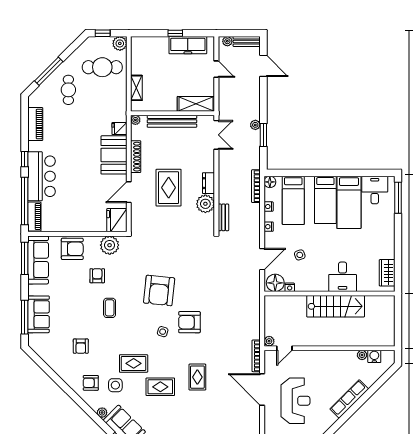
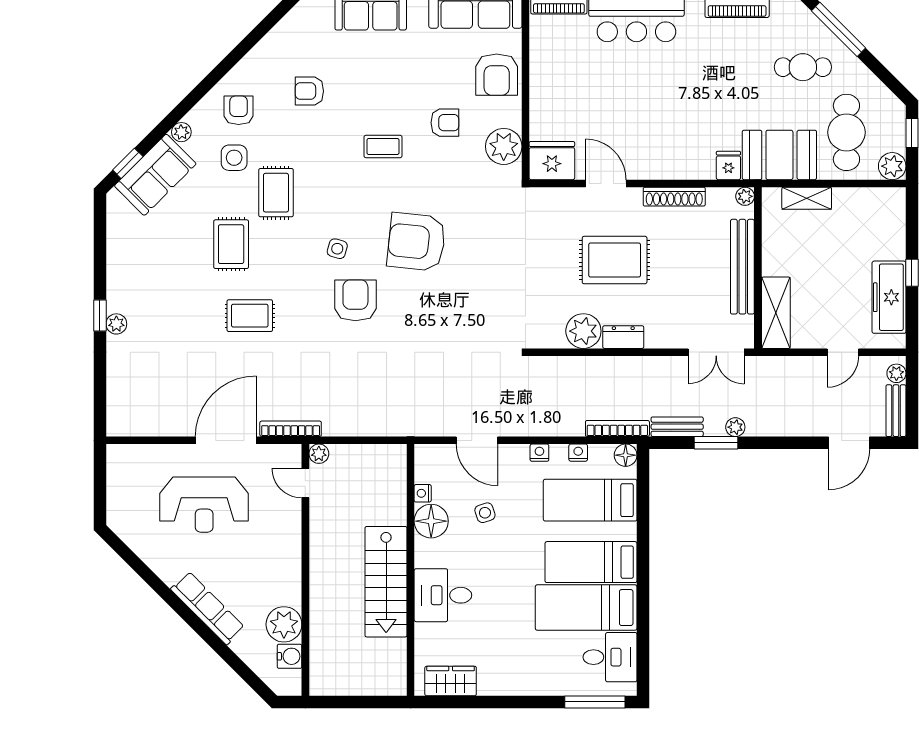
booth: (114, 155) -> (779, 155), moved
bench: (223, 217) -> (677, 427), moved
floor lamp: (275, 283) -> (431, 521), moved
plant: (362, 355) -> (284, 624), width x1.88, depth x1.88

